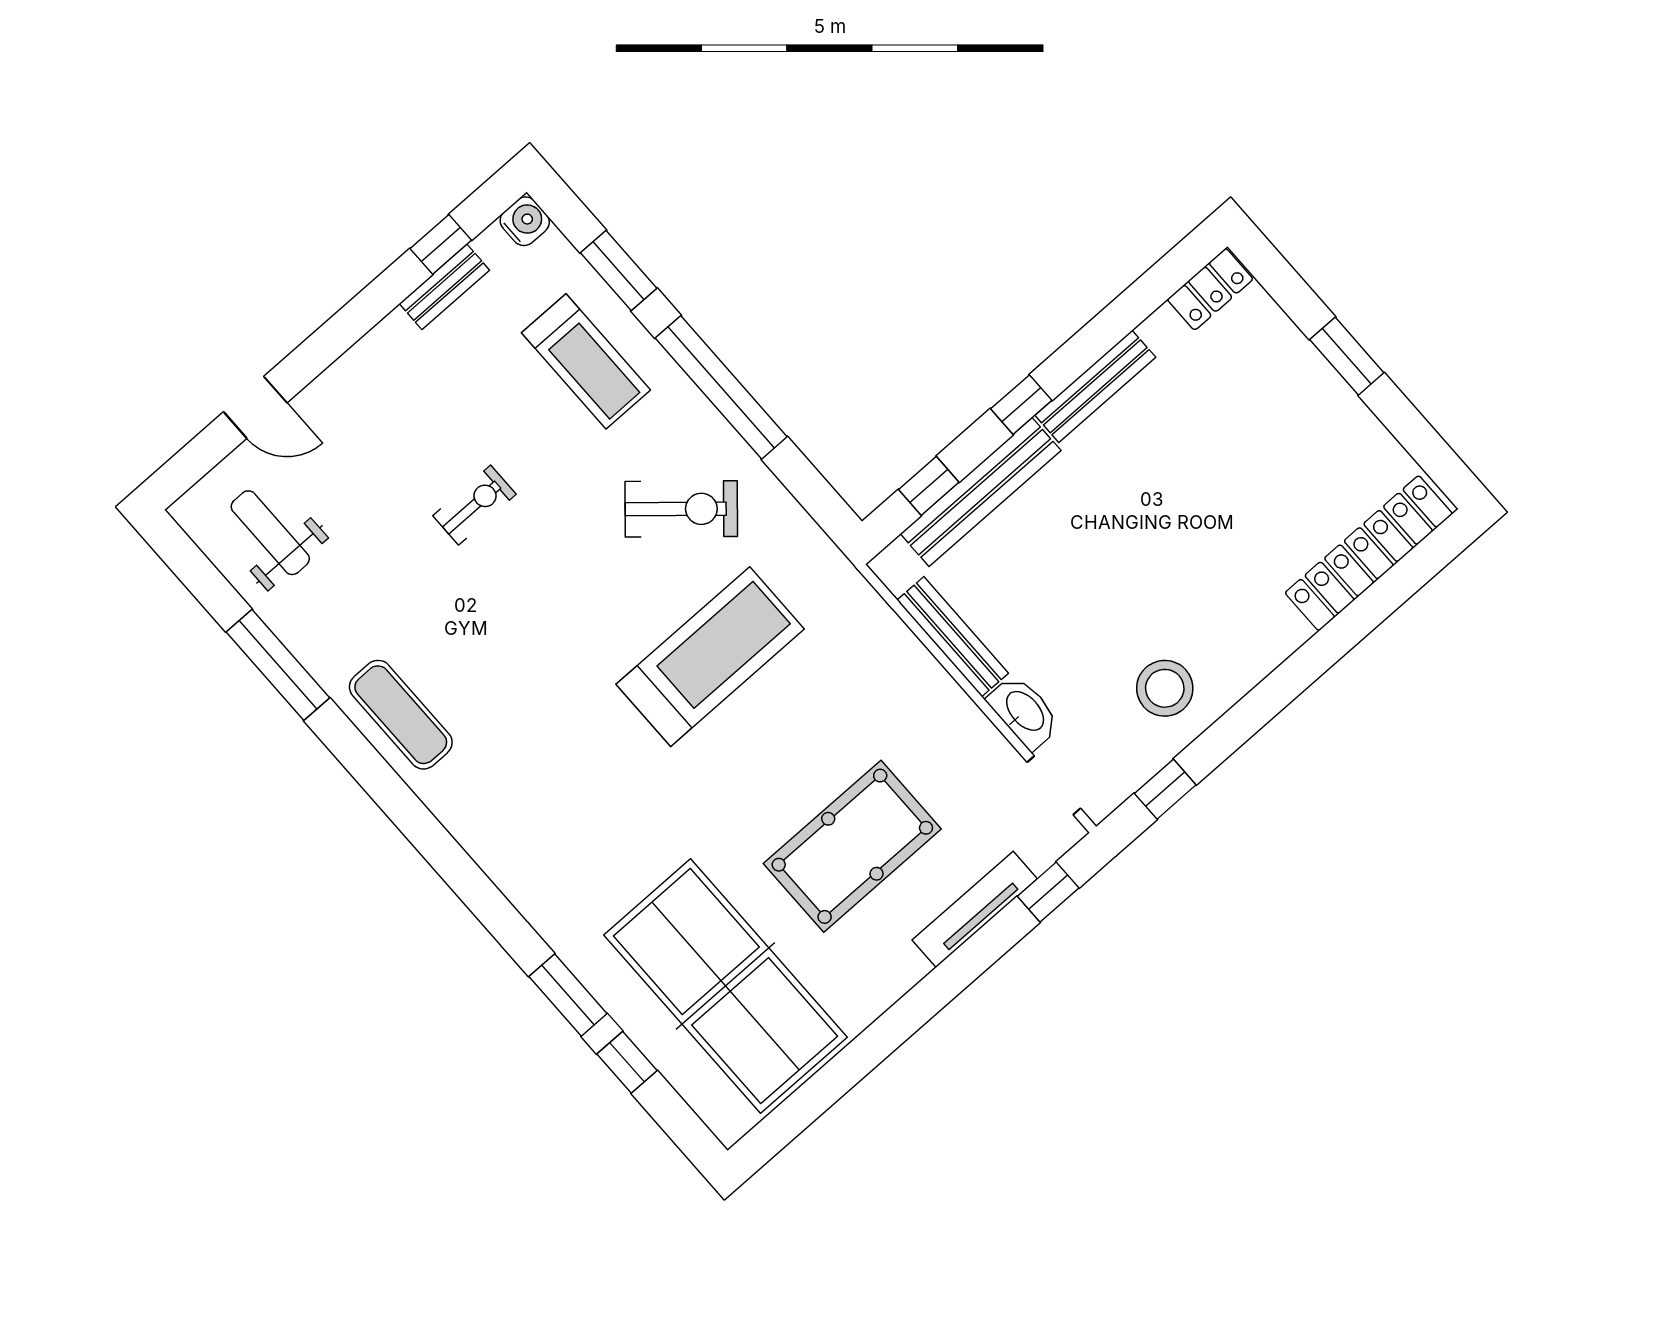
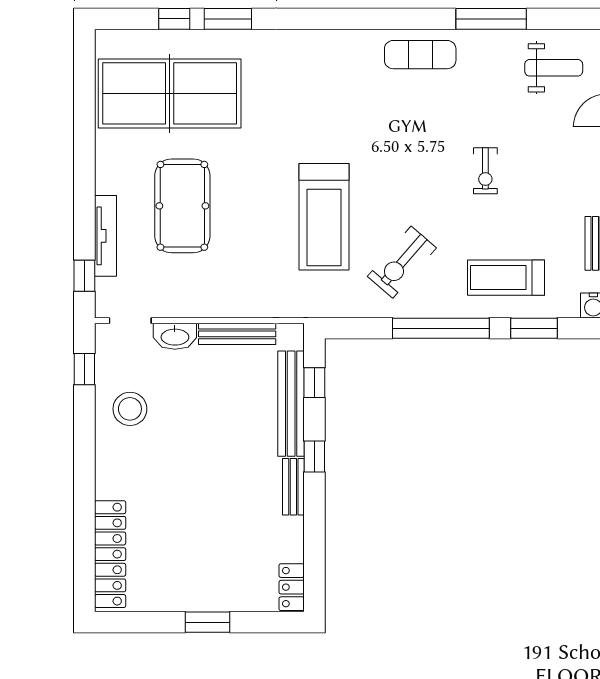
bench: (1095, 386) -> (293, 487), width x0.73

